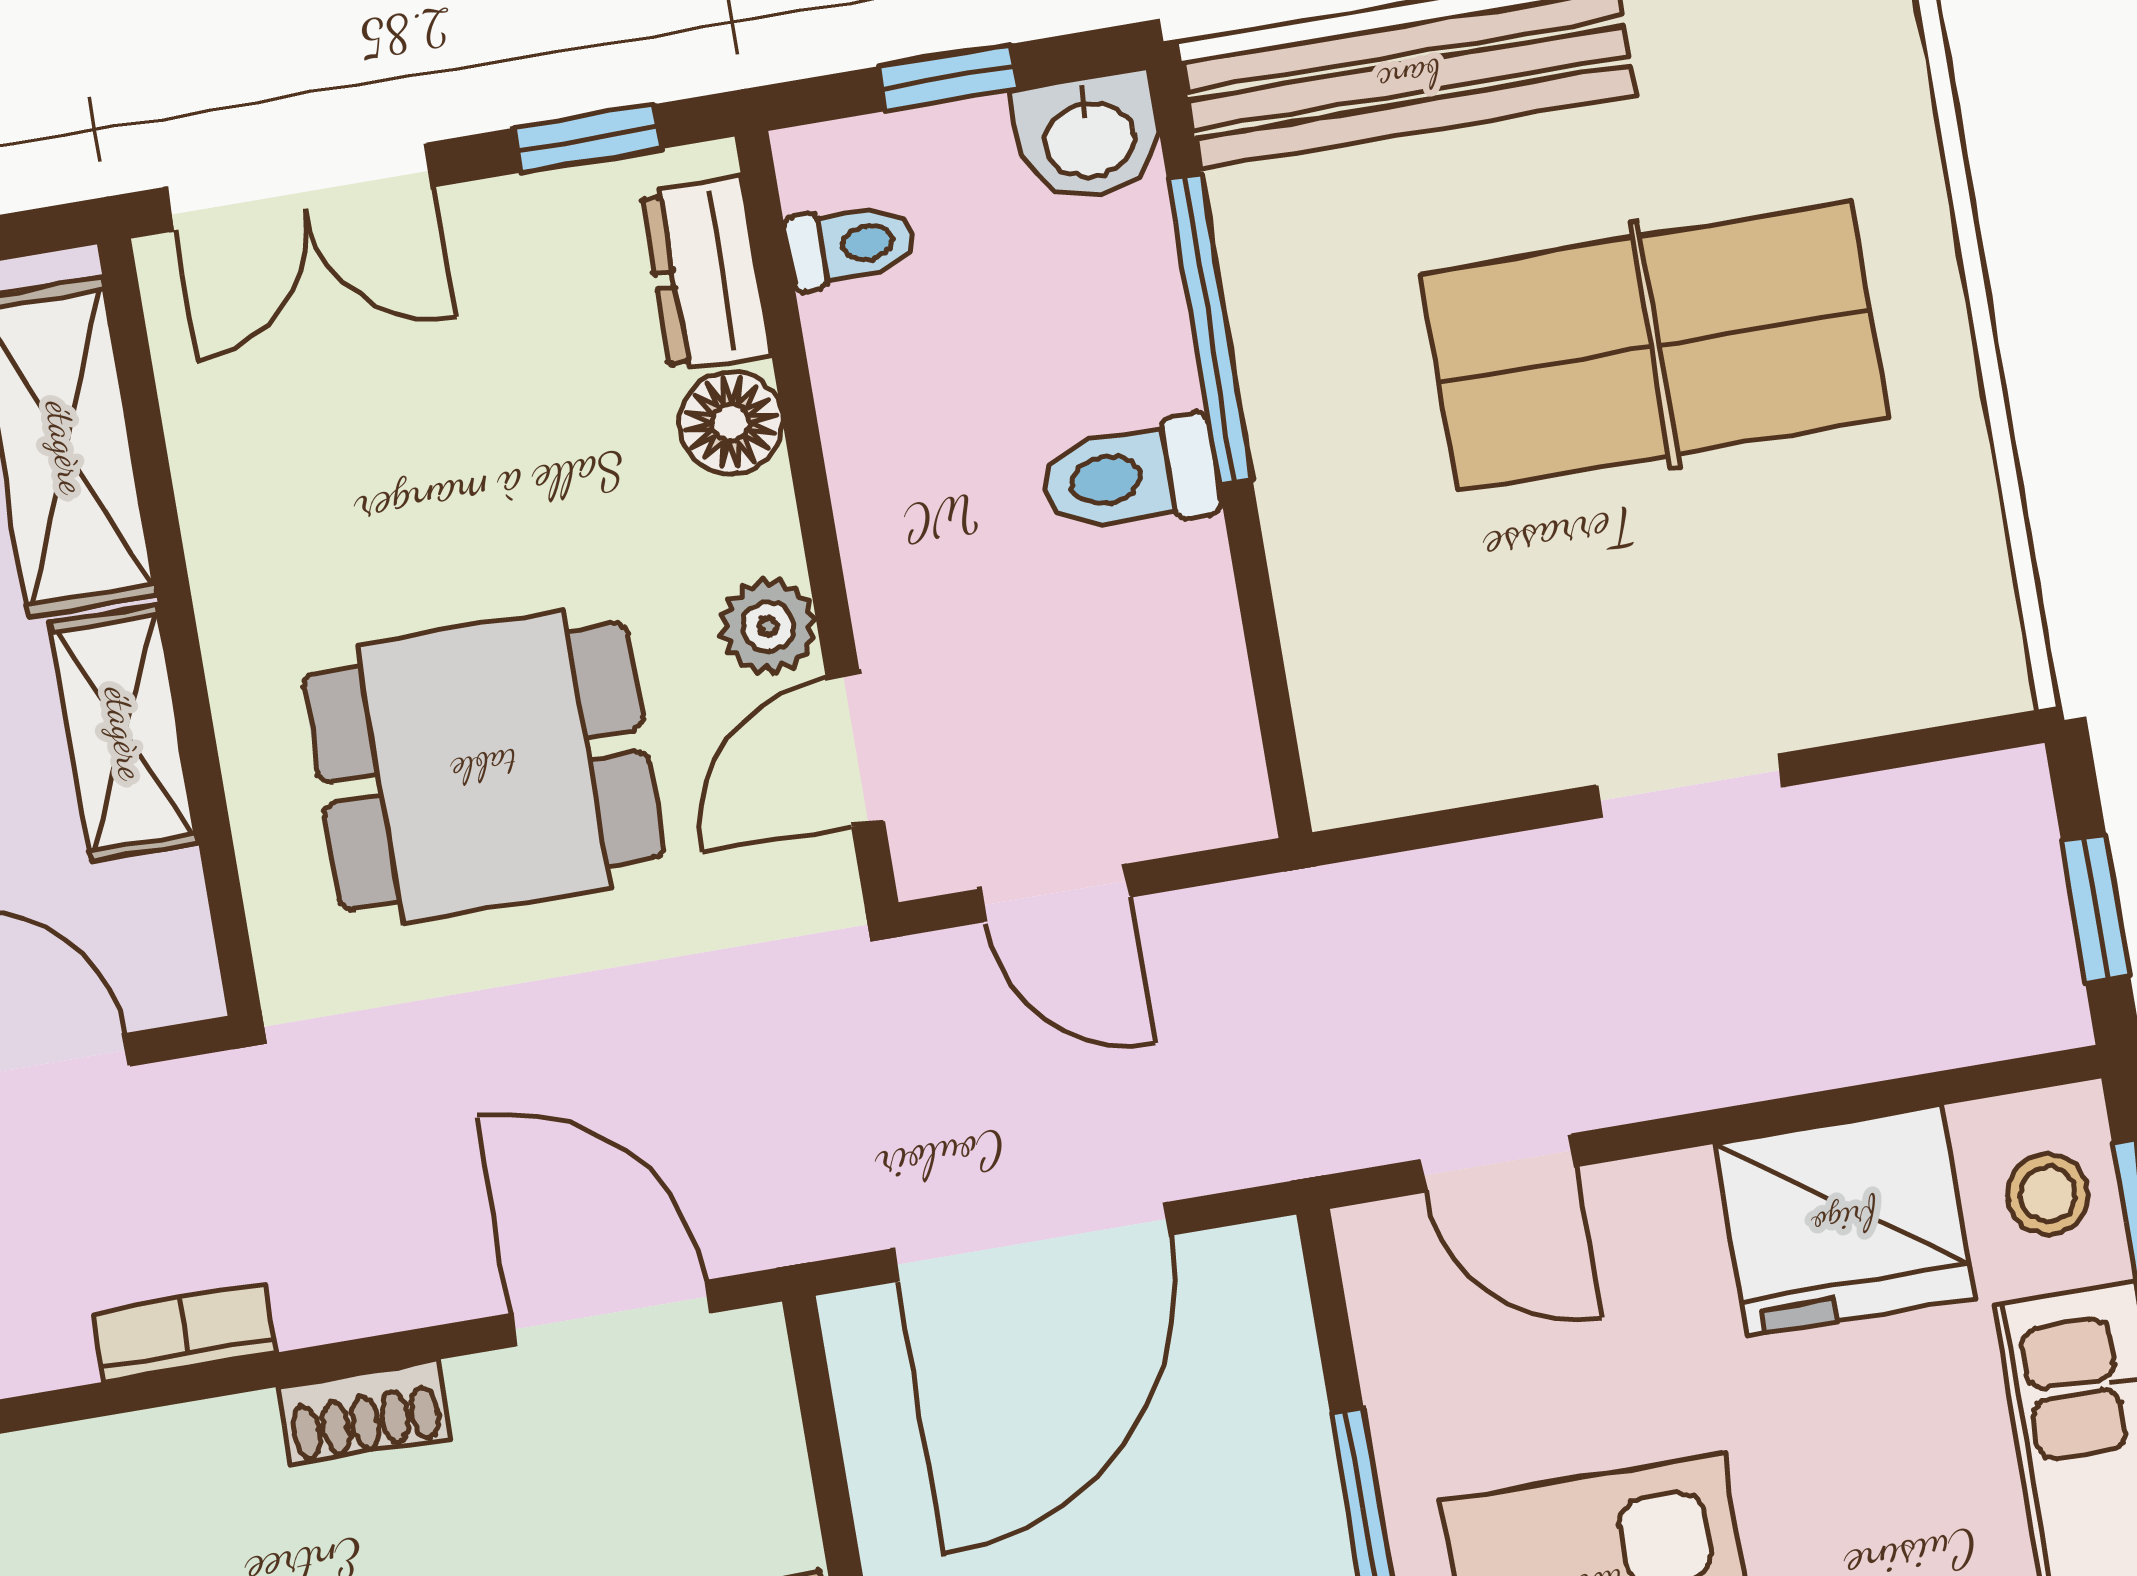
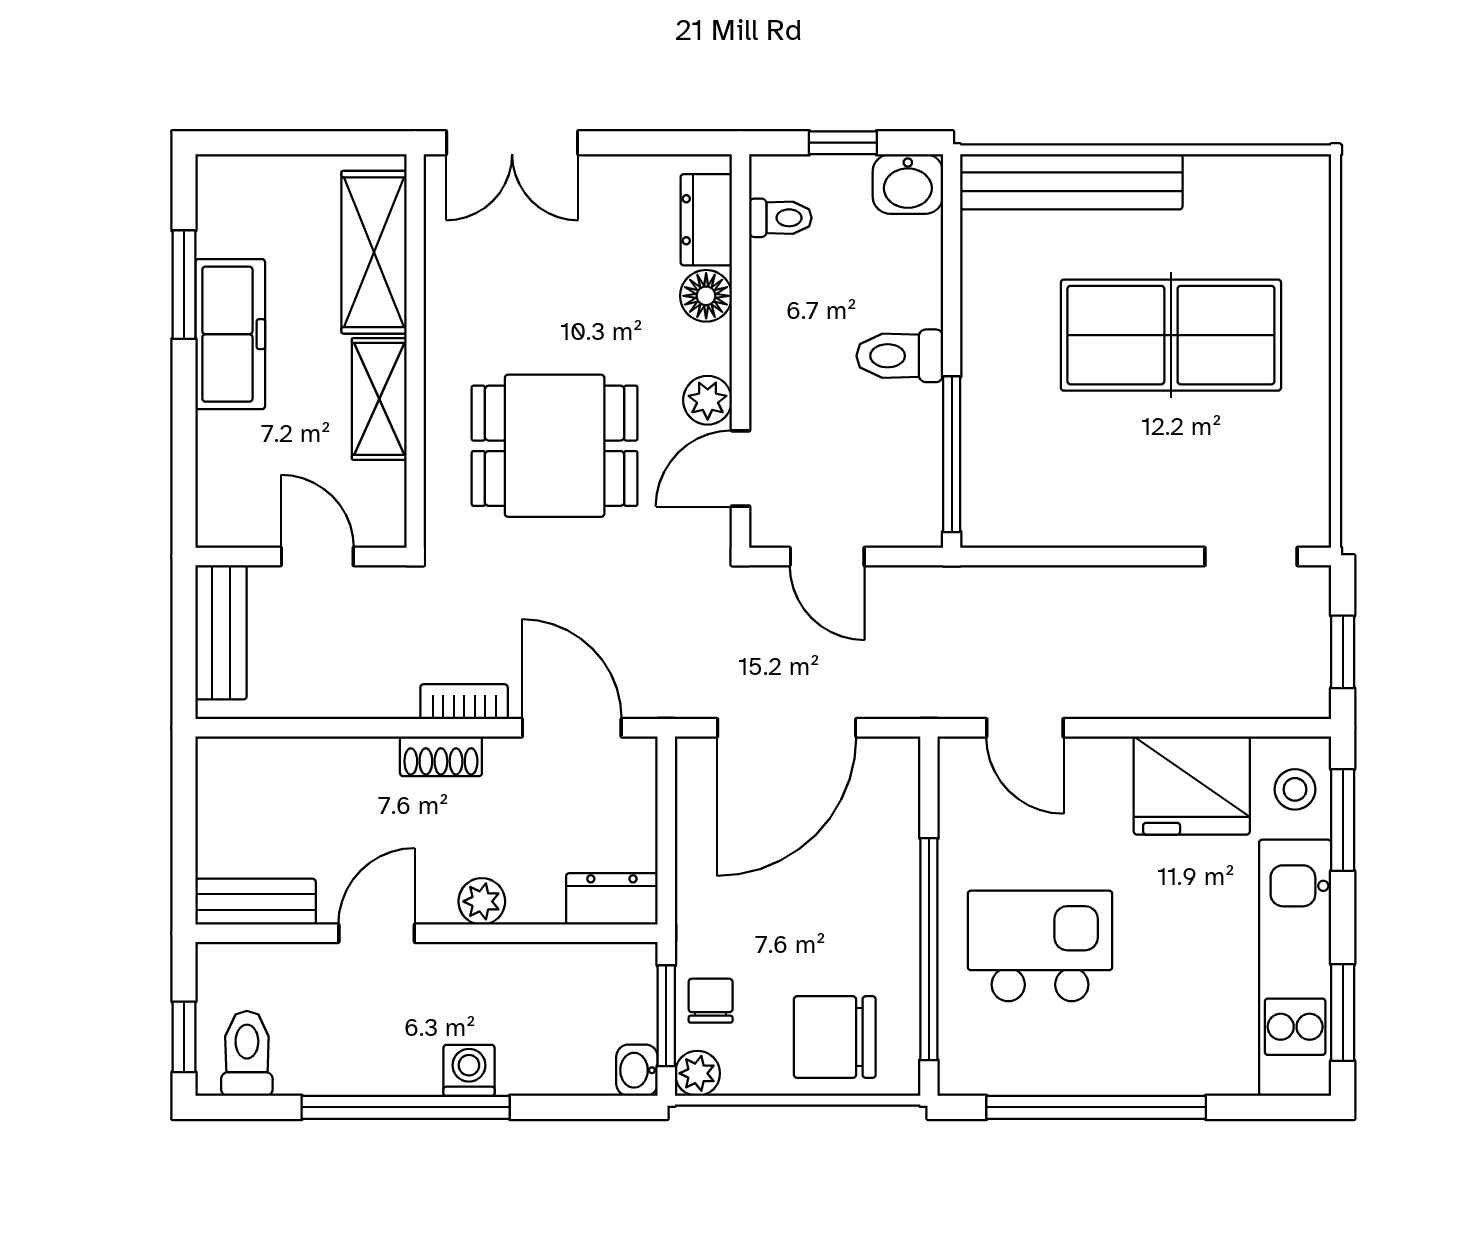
window: (588, 138) -> (659, 143), removed
window: (1210, 329) -> (952, 454), moved
doorway: (1690, 786) -> (1251, 557), moved
bookcase: (184, 1333) -> (464, 702), moved

